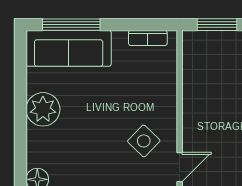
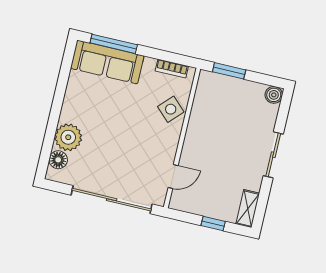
plant: (43, 109) -> (68, 137), moved
side table: (144, 141) -> (171, 109), moved

